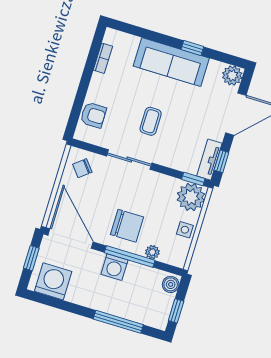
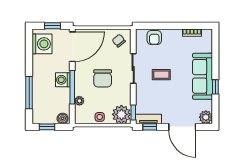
chair: (127, 226) -> (103, 78), moved

